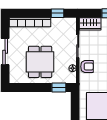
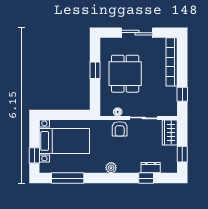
dining table: (40, 62) -> (125, 74), turned 90
window: (59, 87) -> (95, 70), moved

